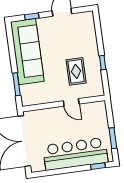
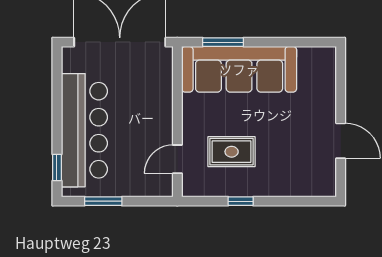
window: (32, 16) -> (341, 86), removed
sofa: (27, 52) -> (239, 69), moved
door: (71, 102) -> (177, 159), moved

